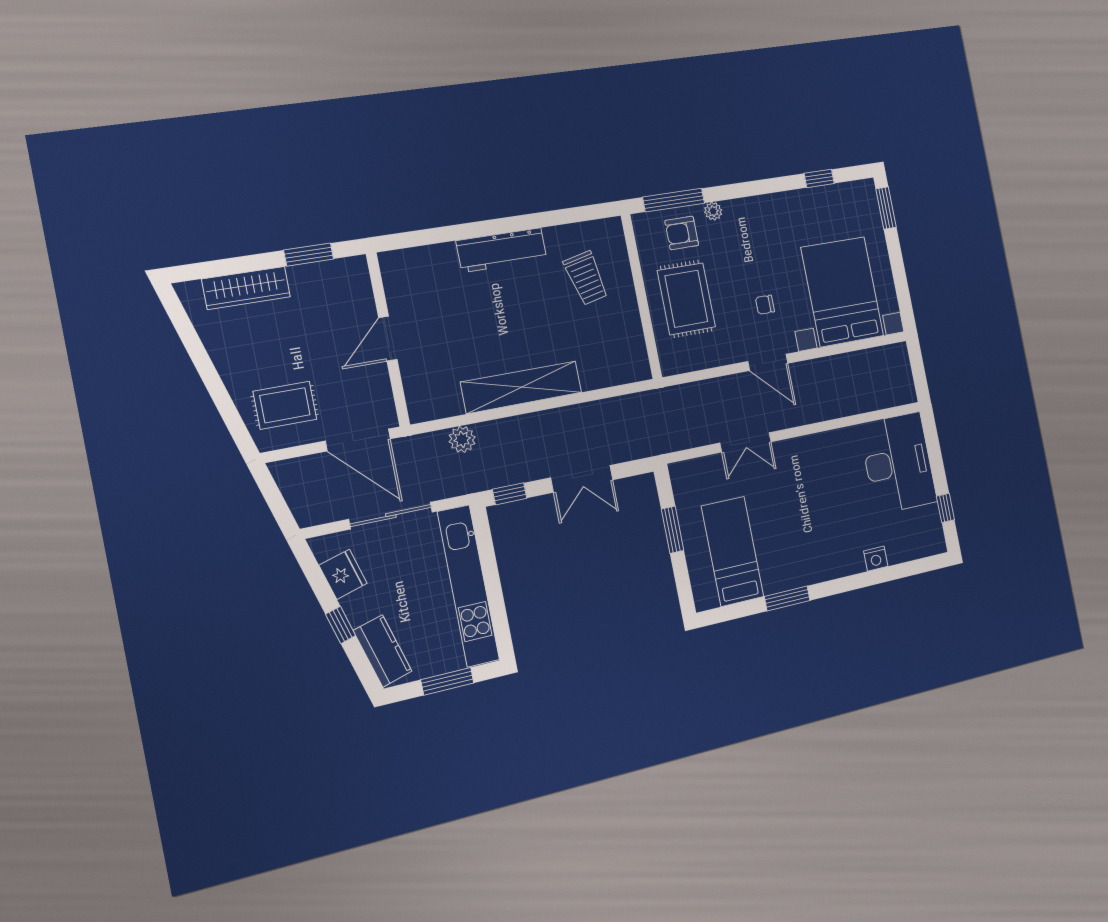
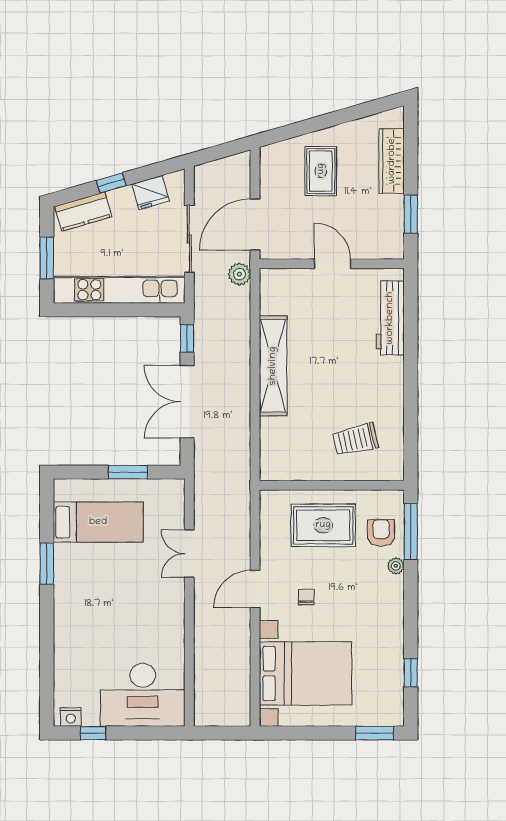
workbench: (502, 250) -> (390, 318), moved
rug: (285, 405) -> (321, 171), moved
plant: (462, 439) -> (239, 274), moved
double door: (582, 479) -> (187, 402), width x1.37
nightstand: (876, 559) -> (71, 717), moved, turned -90

